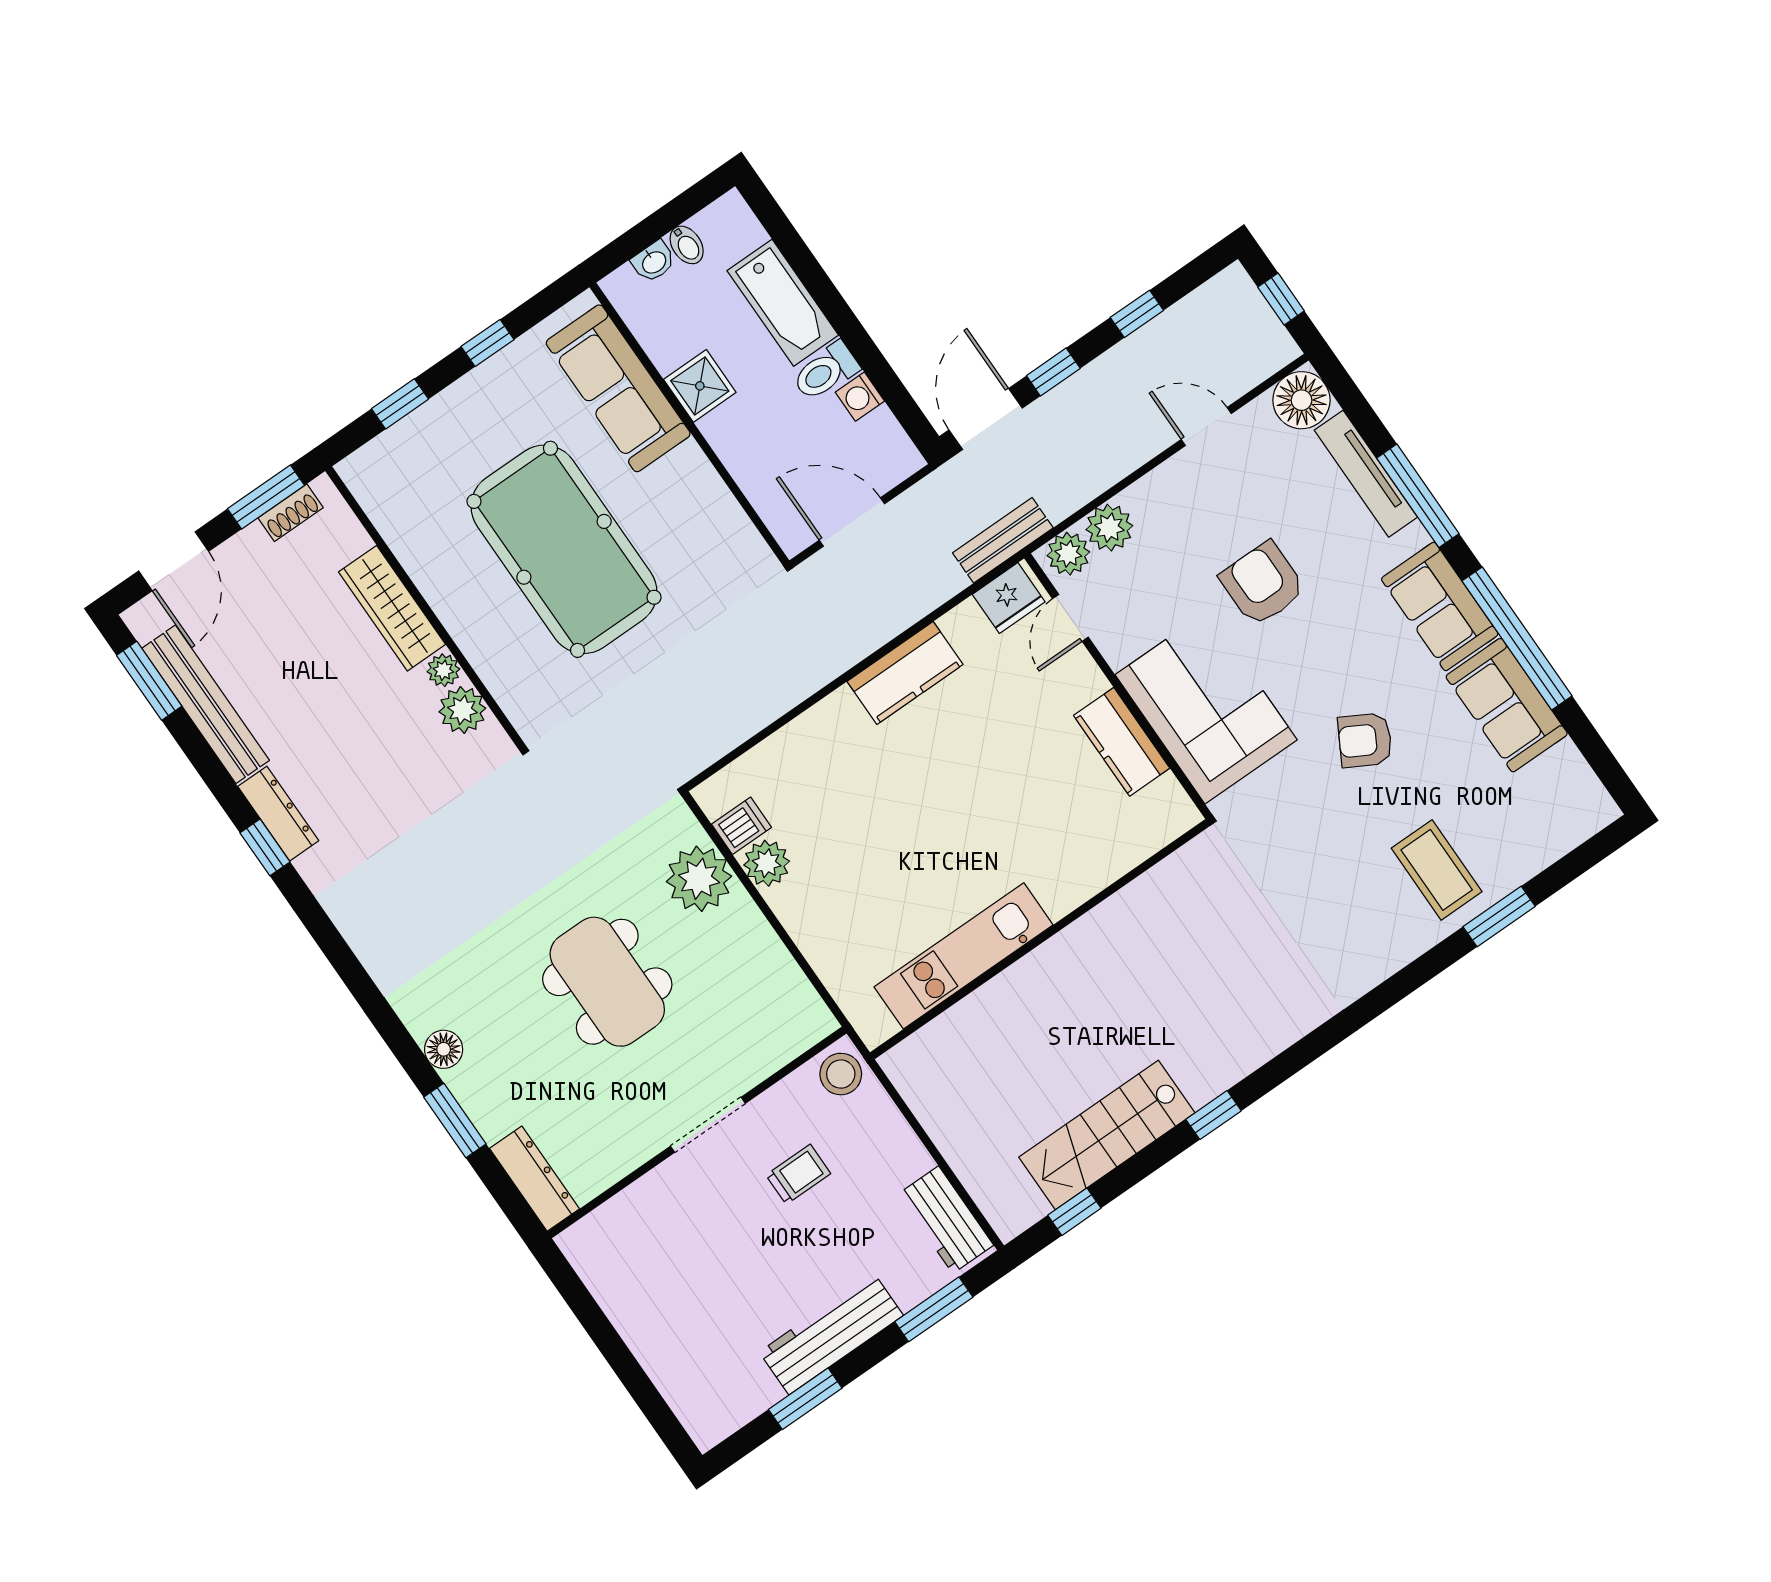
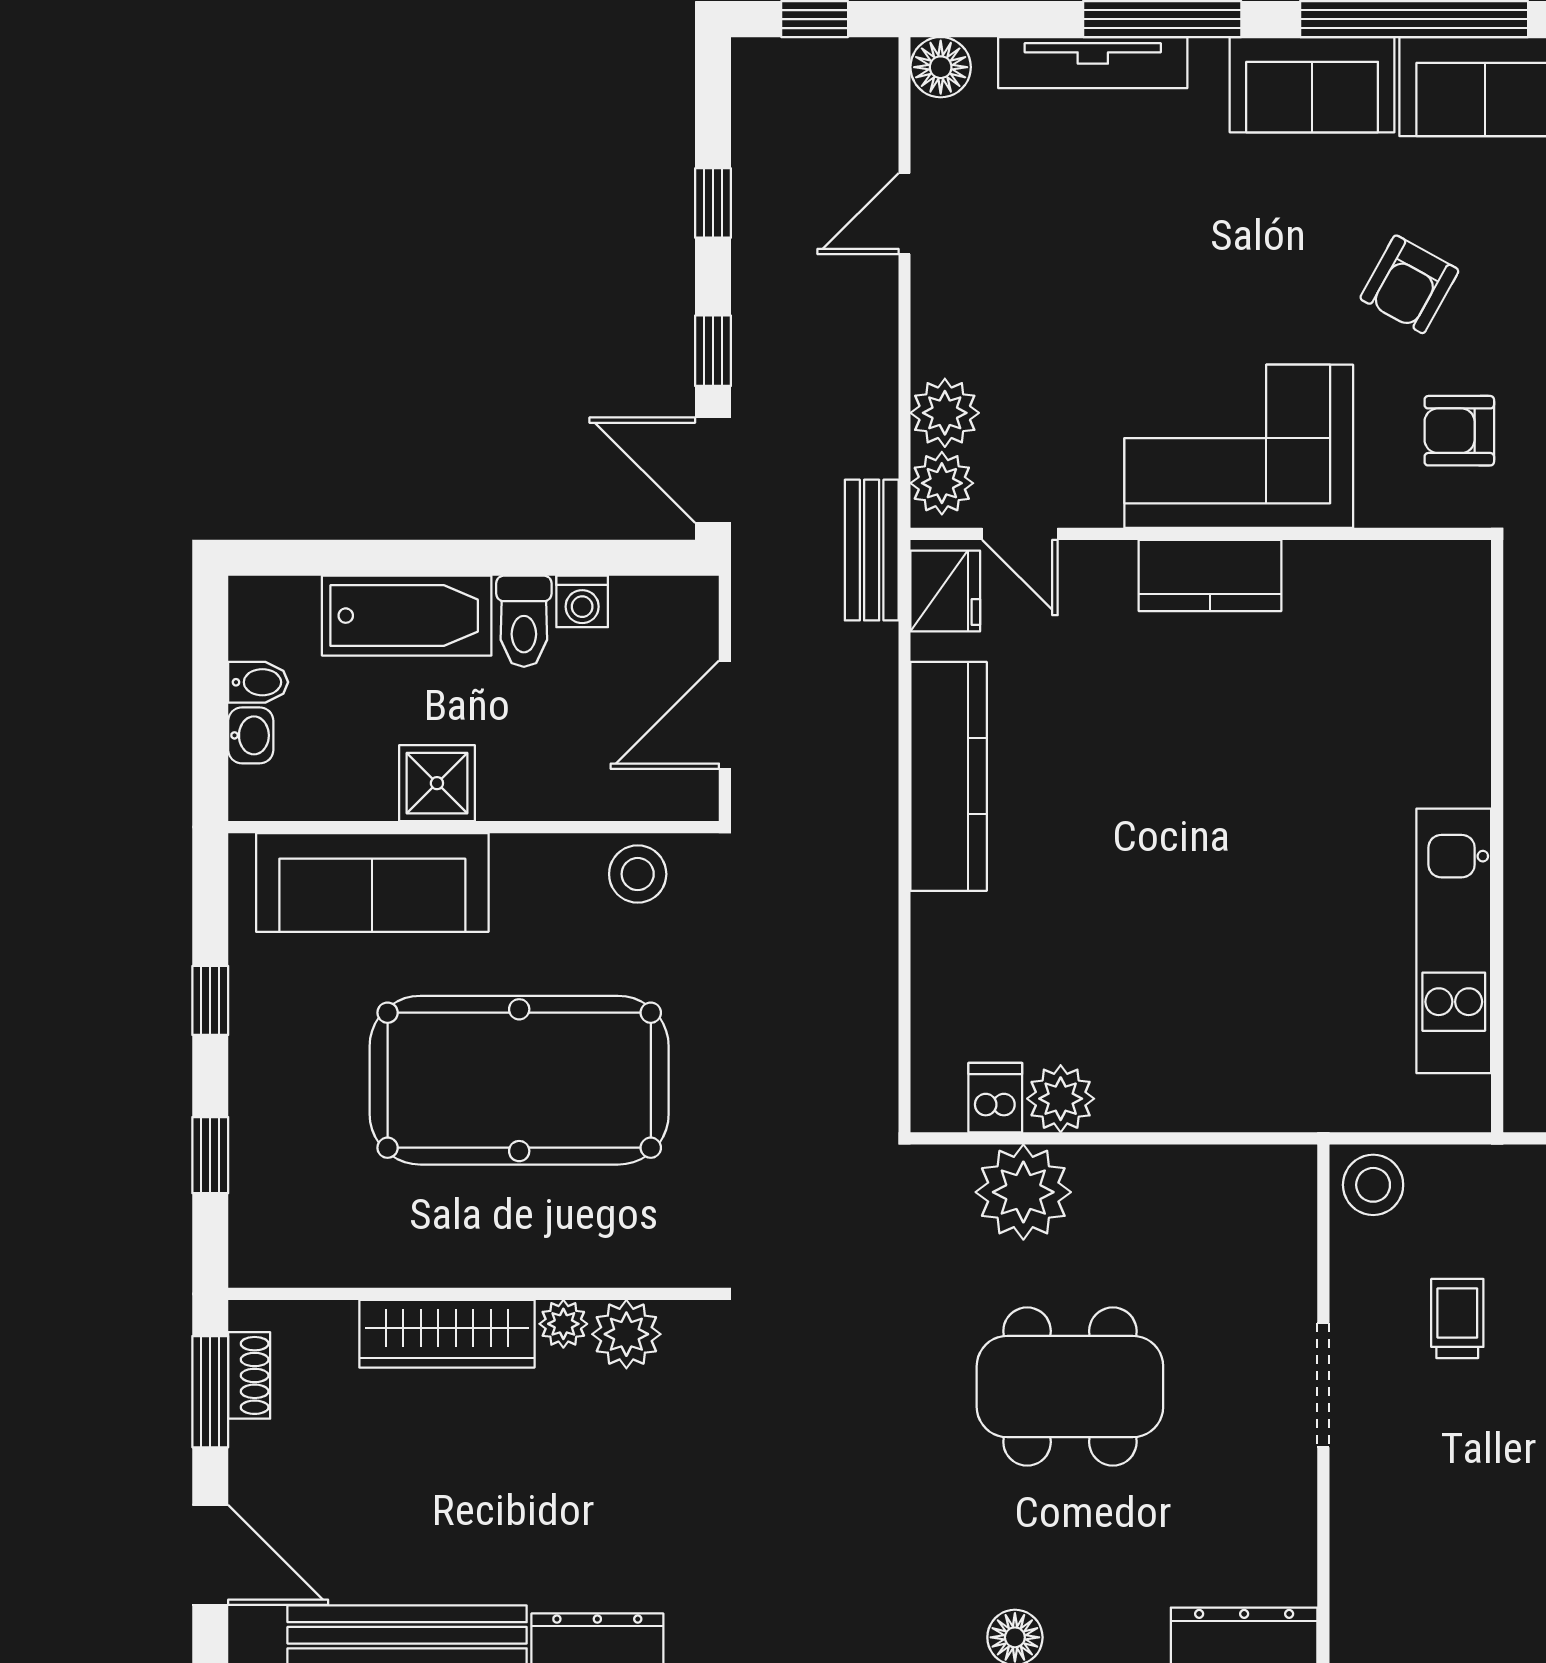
floor lamp: (1301, 400) -> (941, 67), width x0.73, depth x0.73
stool: (727, 535) -> (638, 874), added
armchair: (1263, 584) -> (1459, 431), moved, width x0.72, depth x0.72
kitchen counter: (905, 673) -> (949, 776), width x1.50
wall: (1040, 939) -> (1497, 836), moved
kitchen unit: (964, 956) -> (1454, 941), moved

